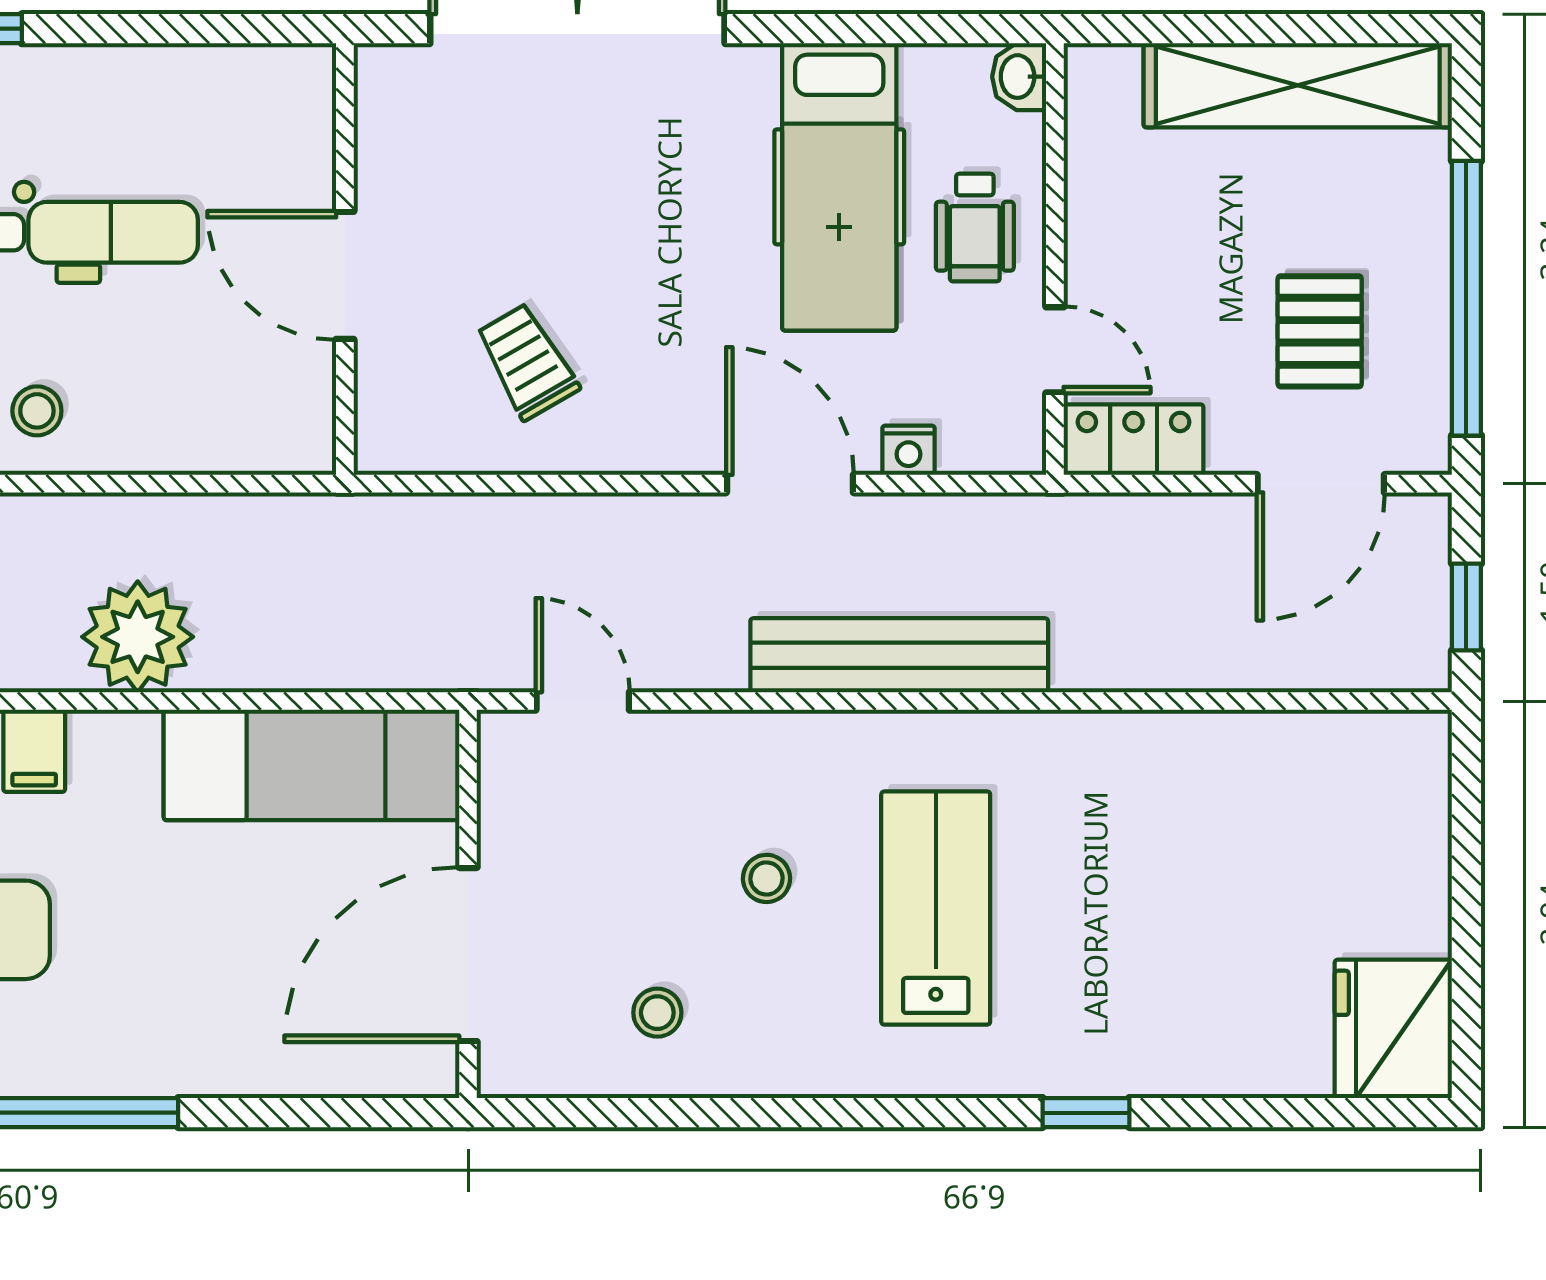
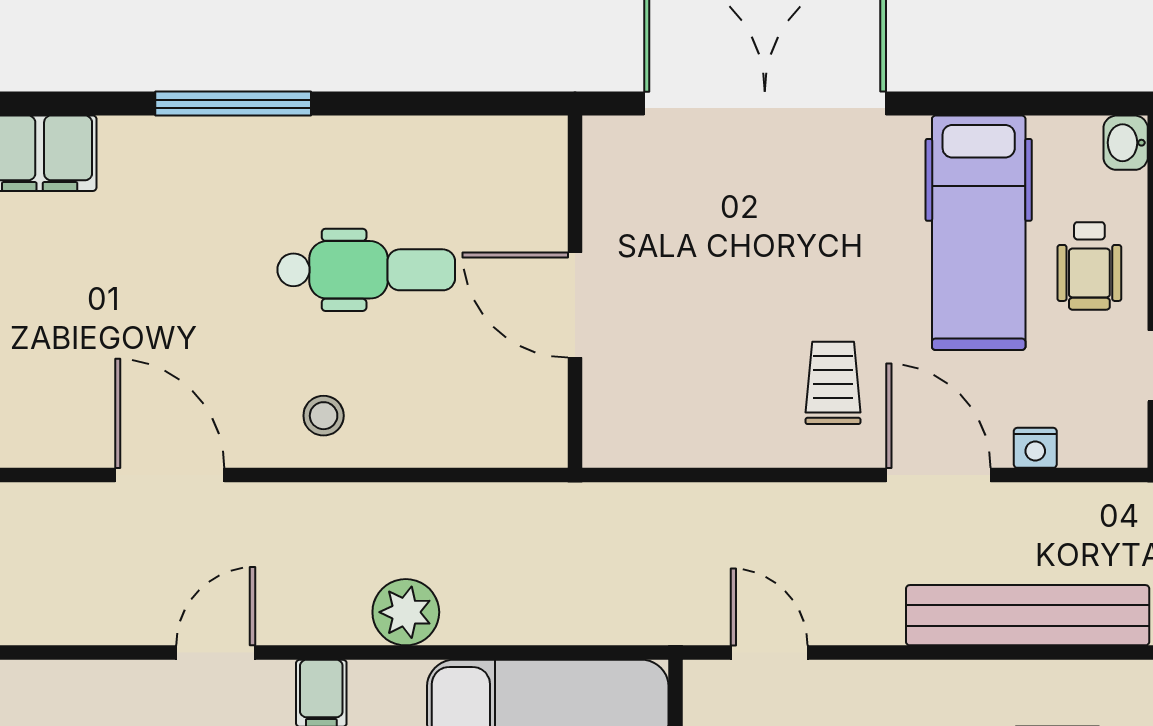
trolley: (527, 362) -> (833, 383), moved, turned 30
plant: (138, 637) -> (406, 612), width x0.73, depth x0.73

